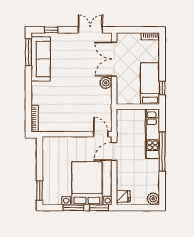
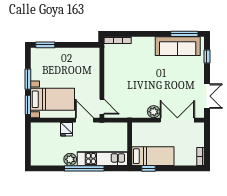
door: (101, 134) -> (102, 107), hinge flipped
bed with nightstands: (87, 183) -> (53, 99), width x0.73
fridge: (123, 196) -> (66, 129), moved
plant: (153, 199) -> (70, 159), moved

